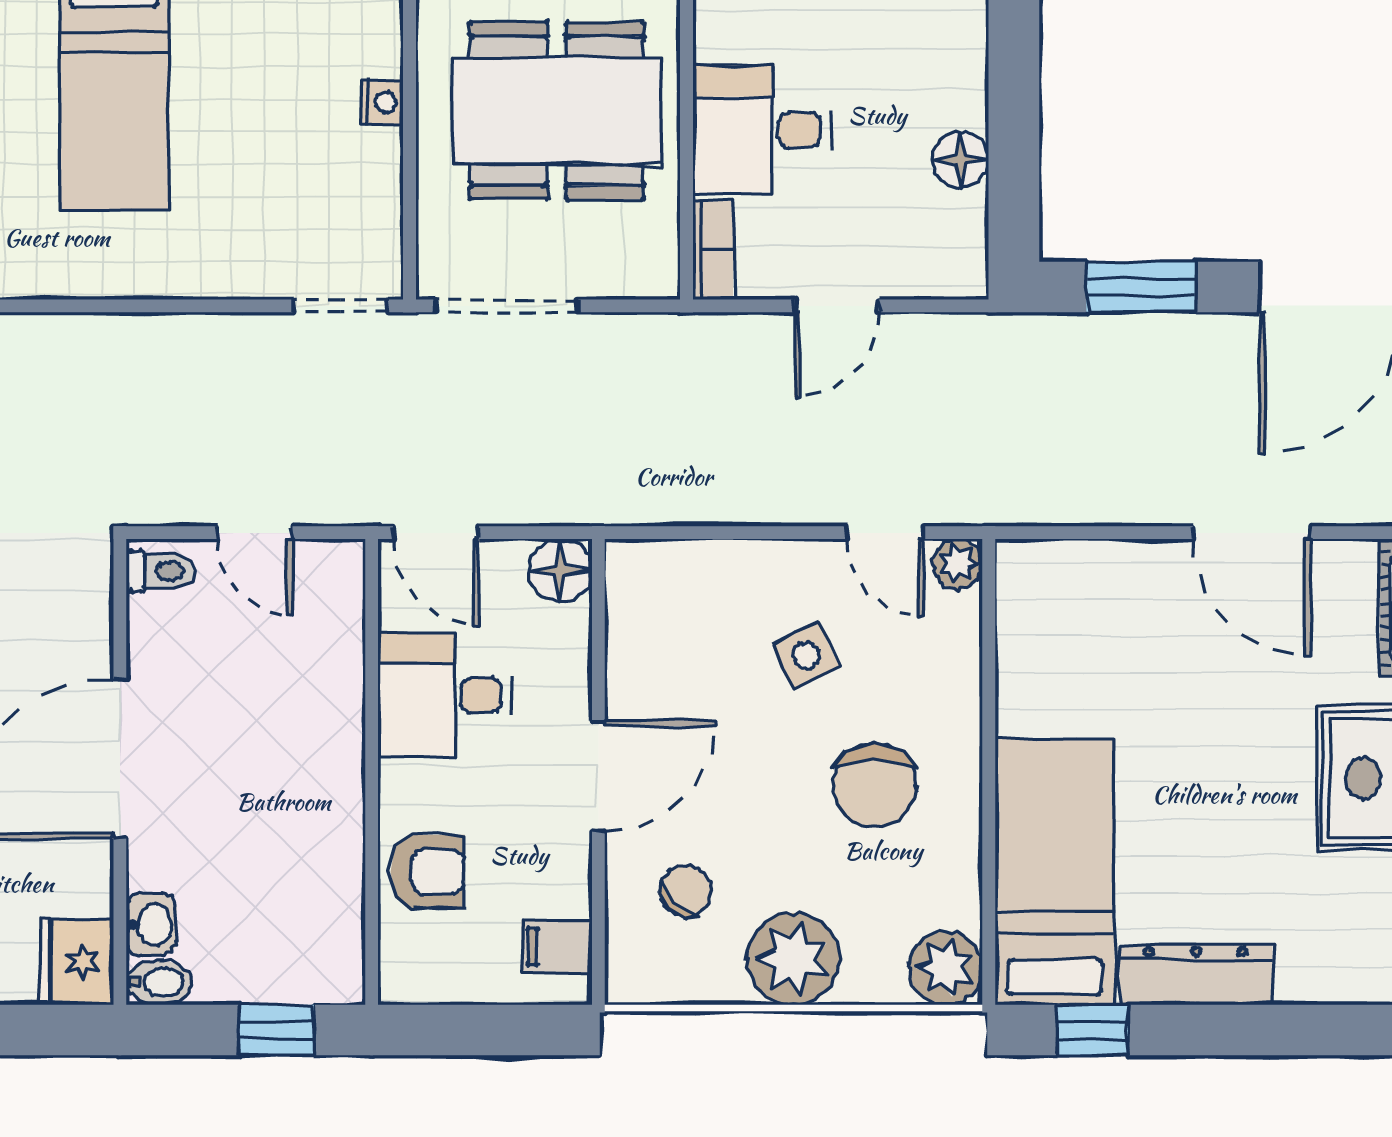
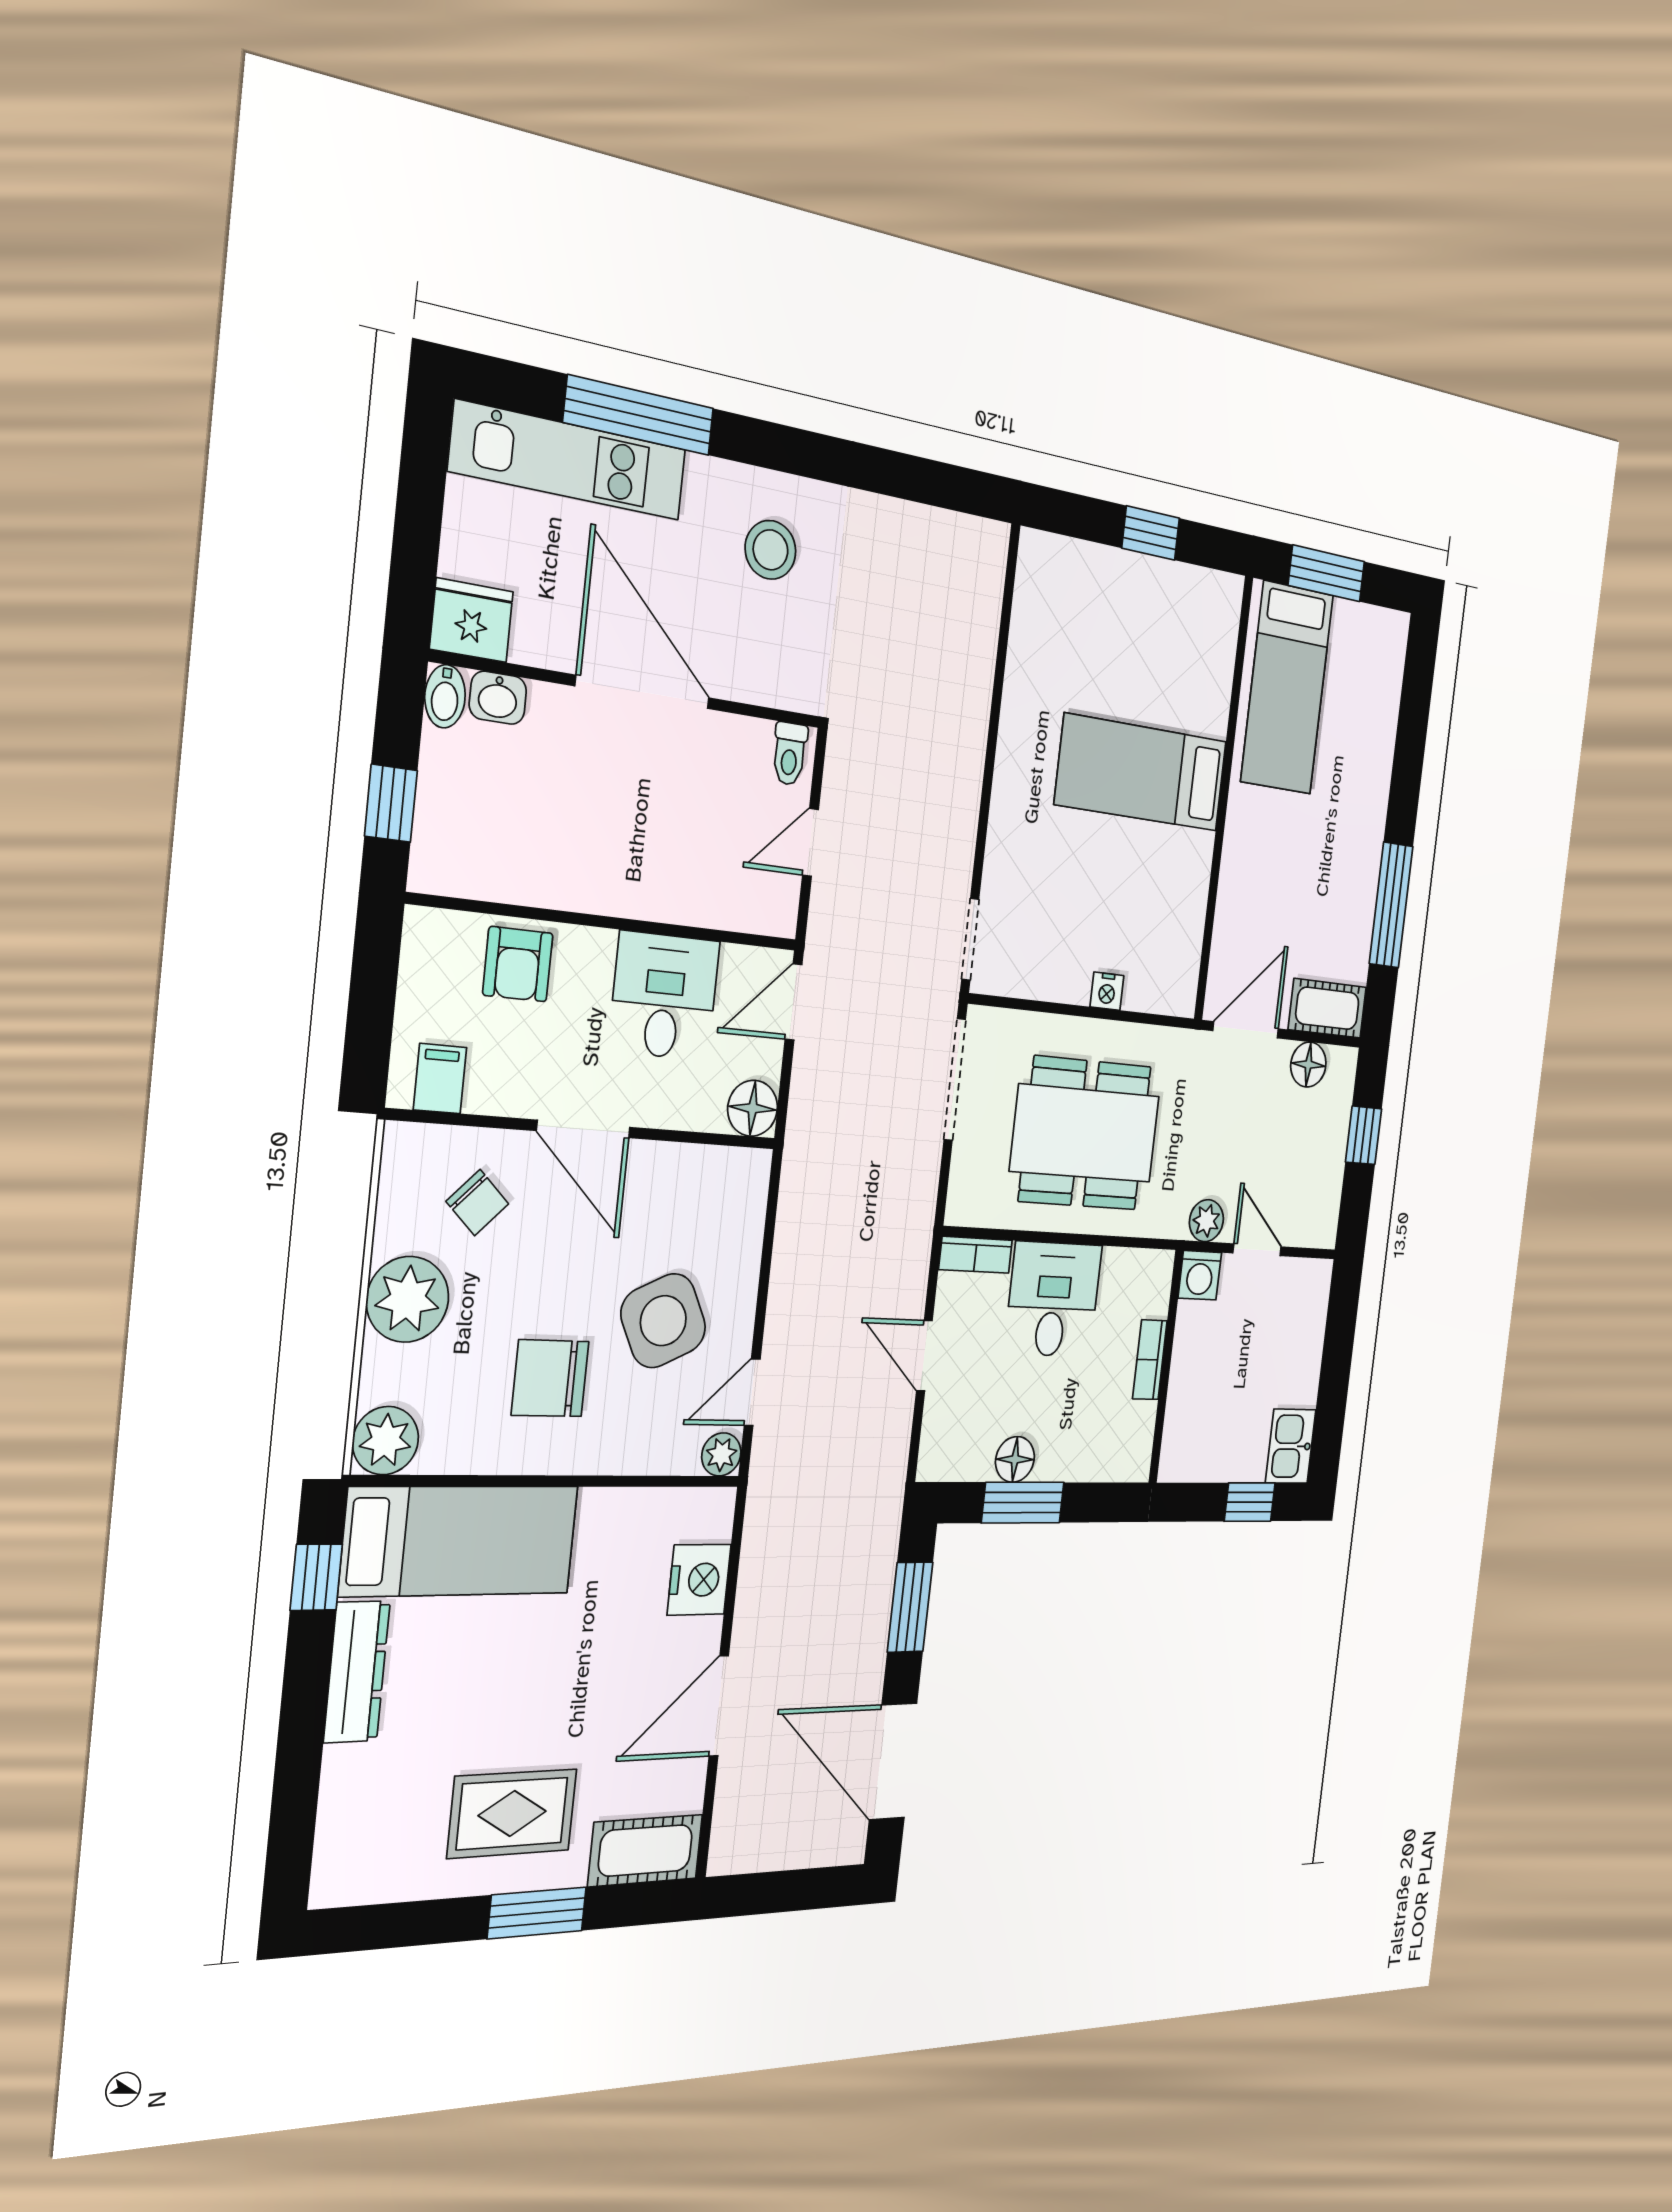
dining table: (557, 111) -> (1085, 1133), turned 90
window: (1014, 141) -> (1023, 1503), added
nightstand: (1103, 575) -> (699, 1580), added
side table: (806, 655) -> (663, 1321), width x1.87, depth x1.87

